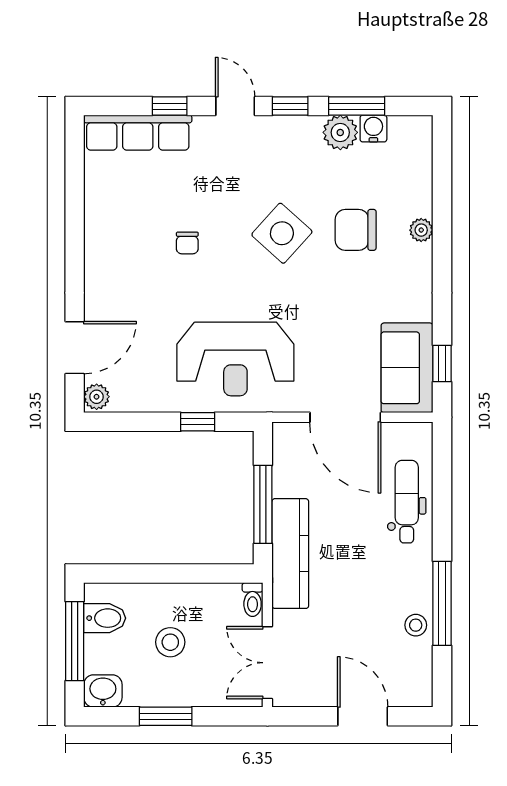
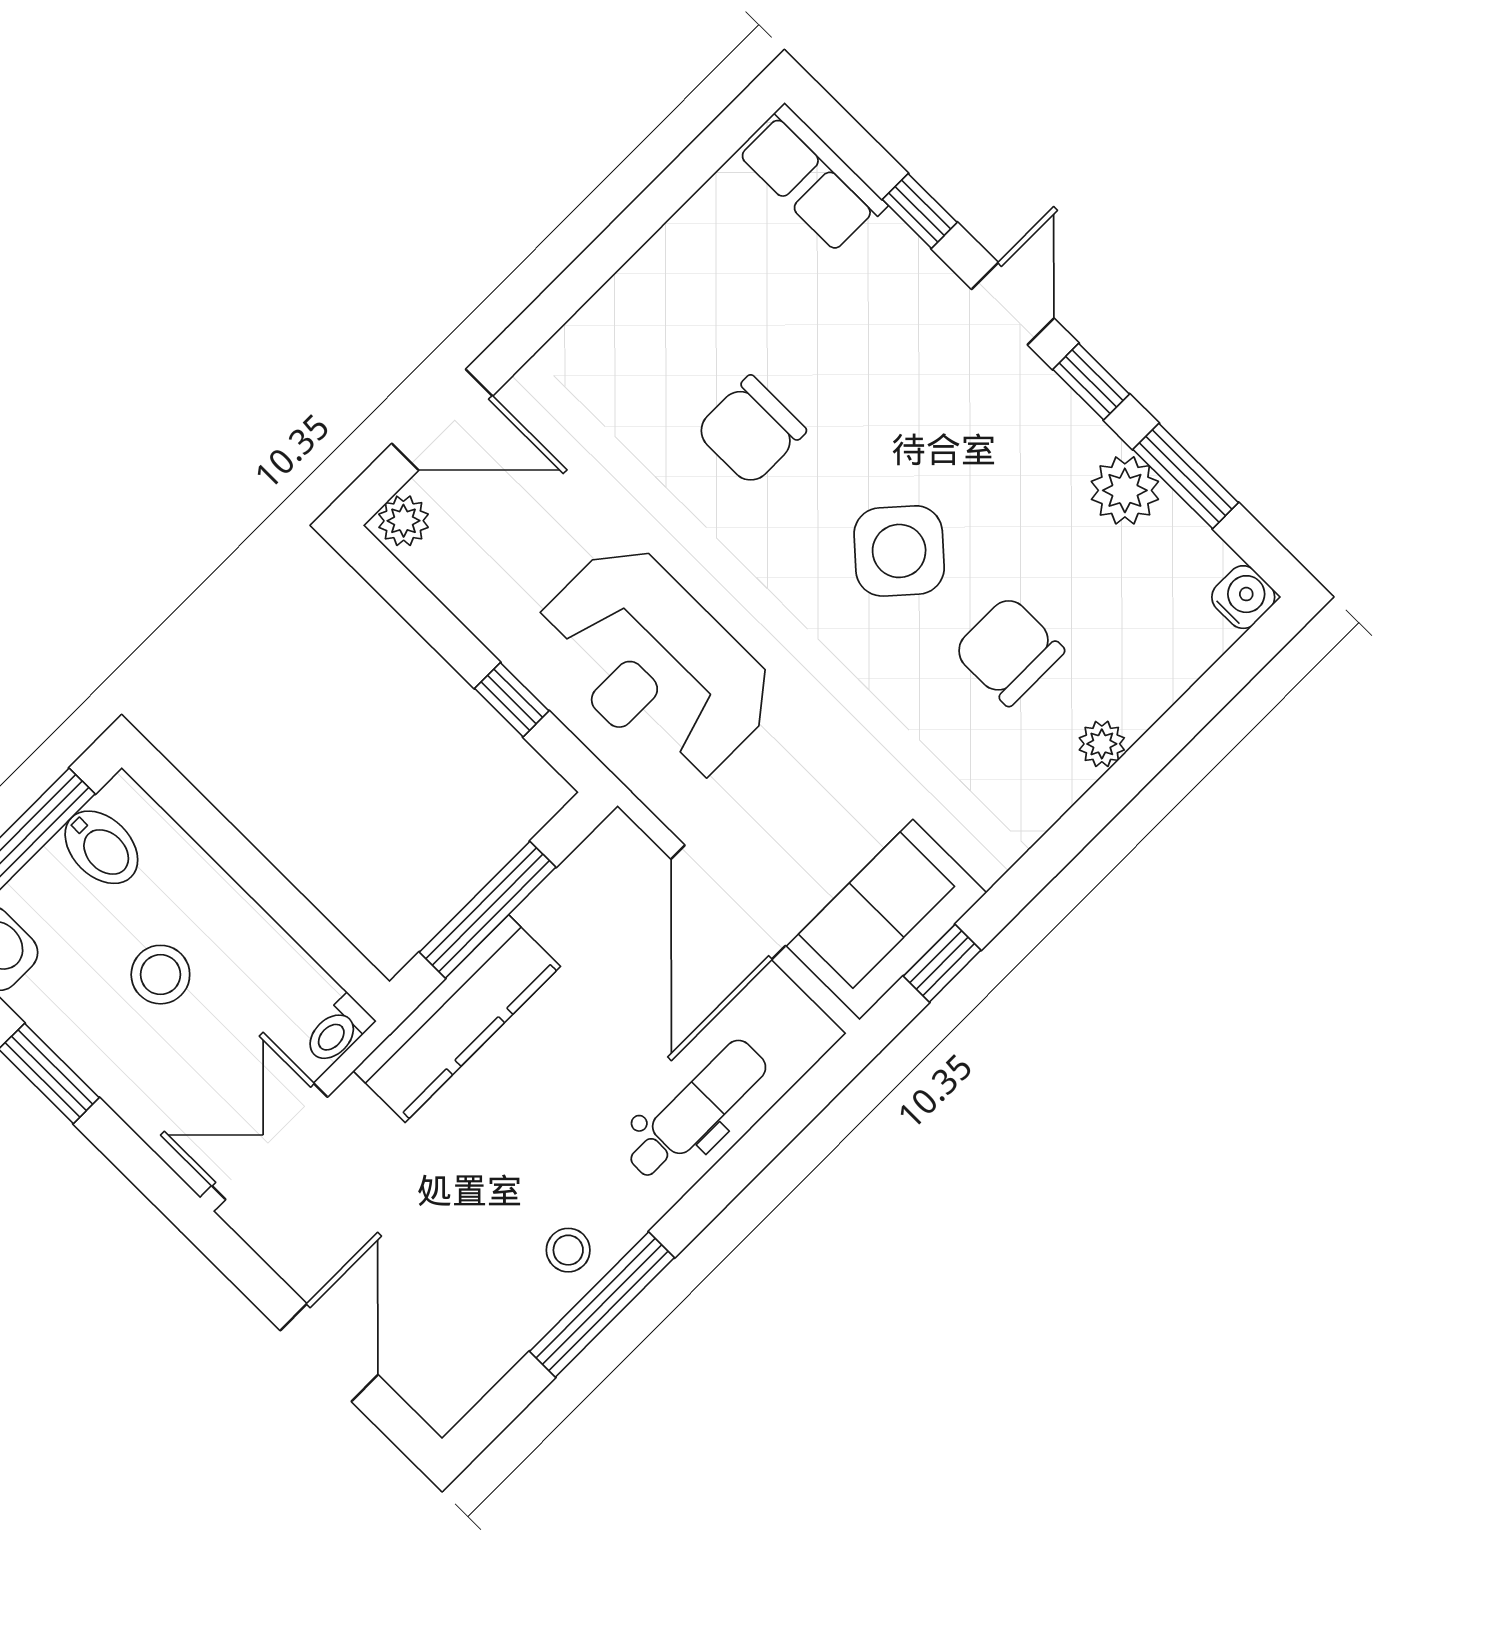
water cooler: (373, 129) -> (1243, 597), moved
row of seats: (138, 133) -> (812, 179), width x0.68
chair: (187, 243) -> (751, 431), width x1.87, depth x1.87
stool: (416, 625) -> (568, 1250), moved

